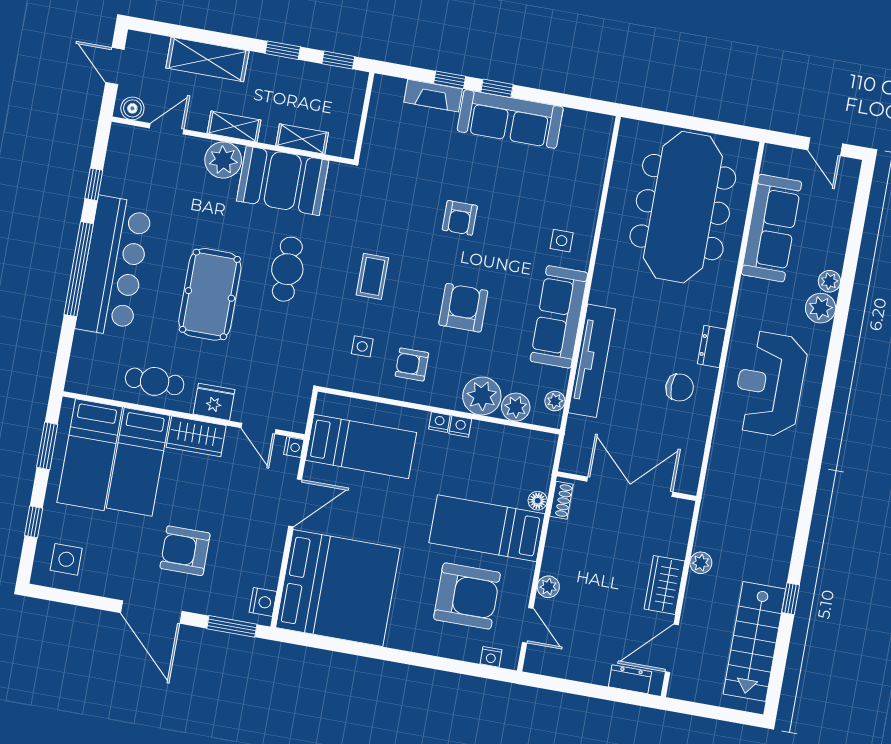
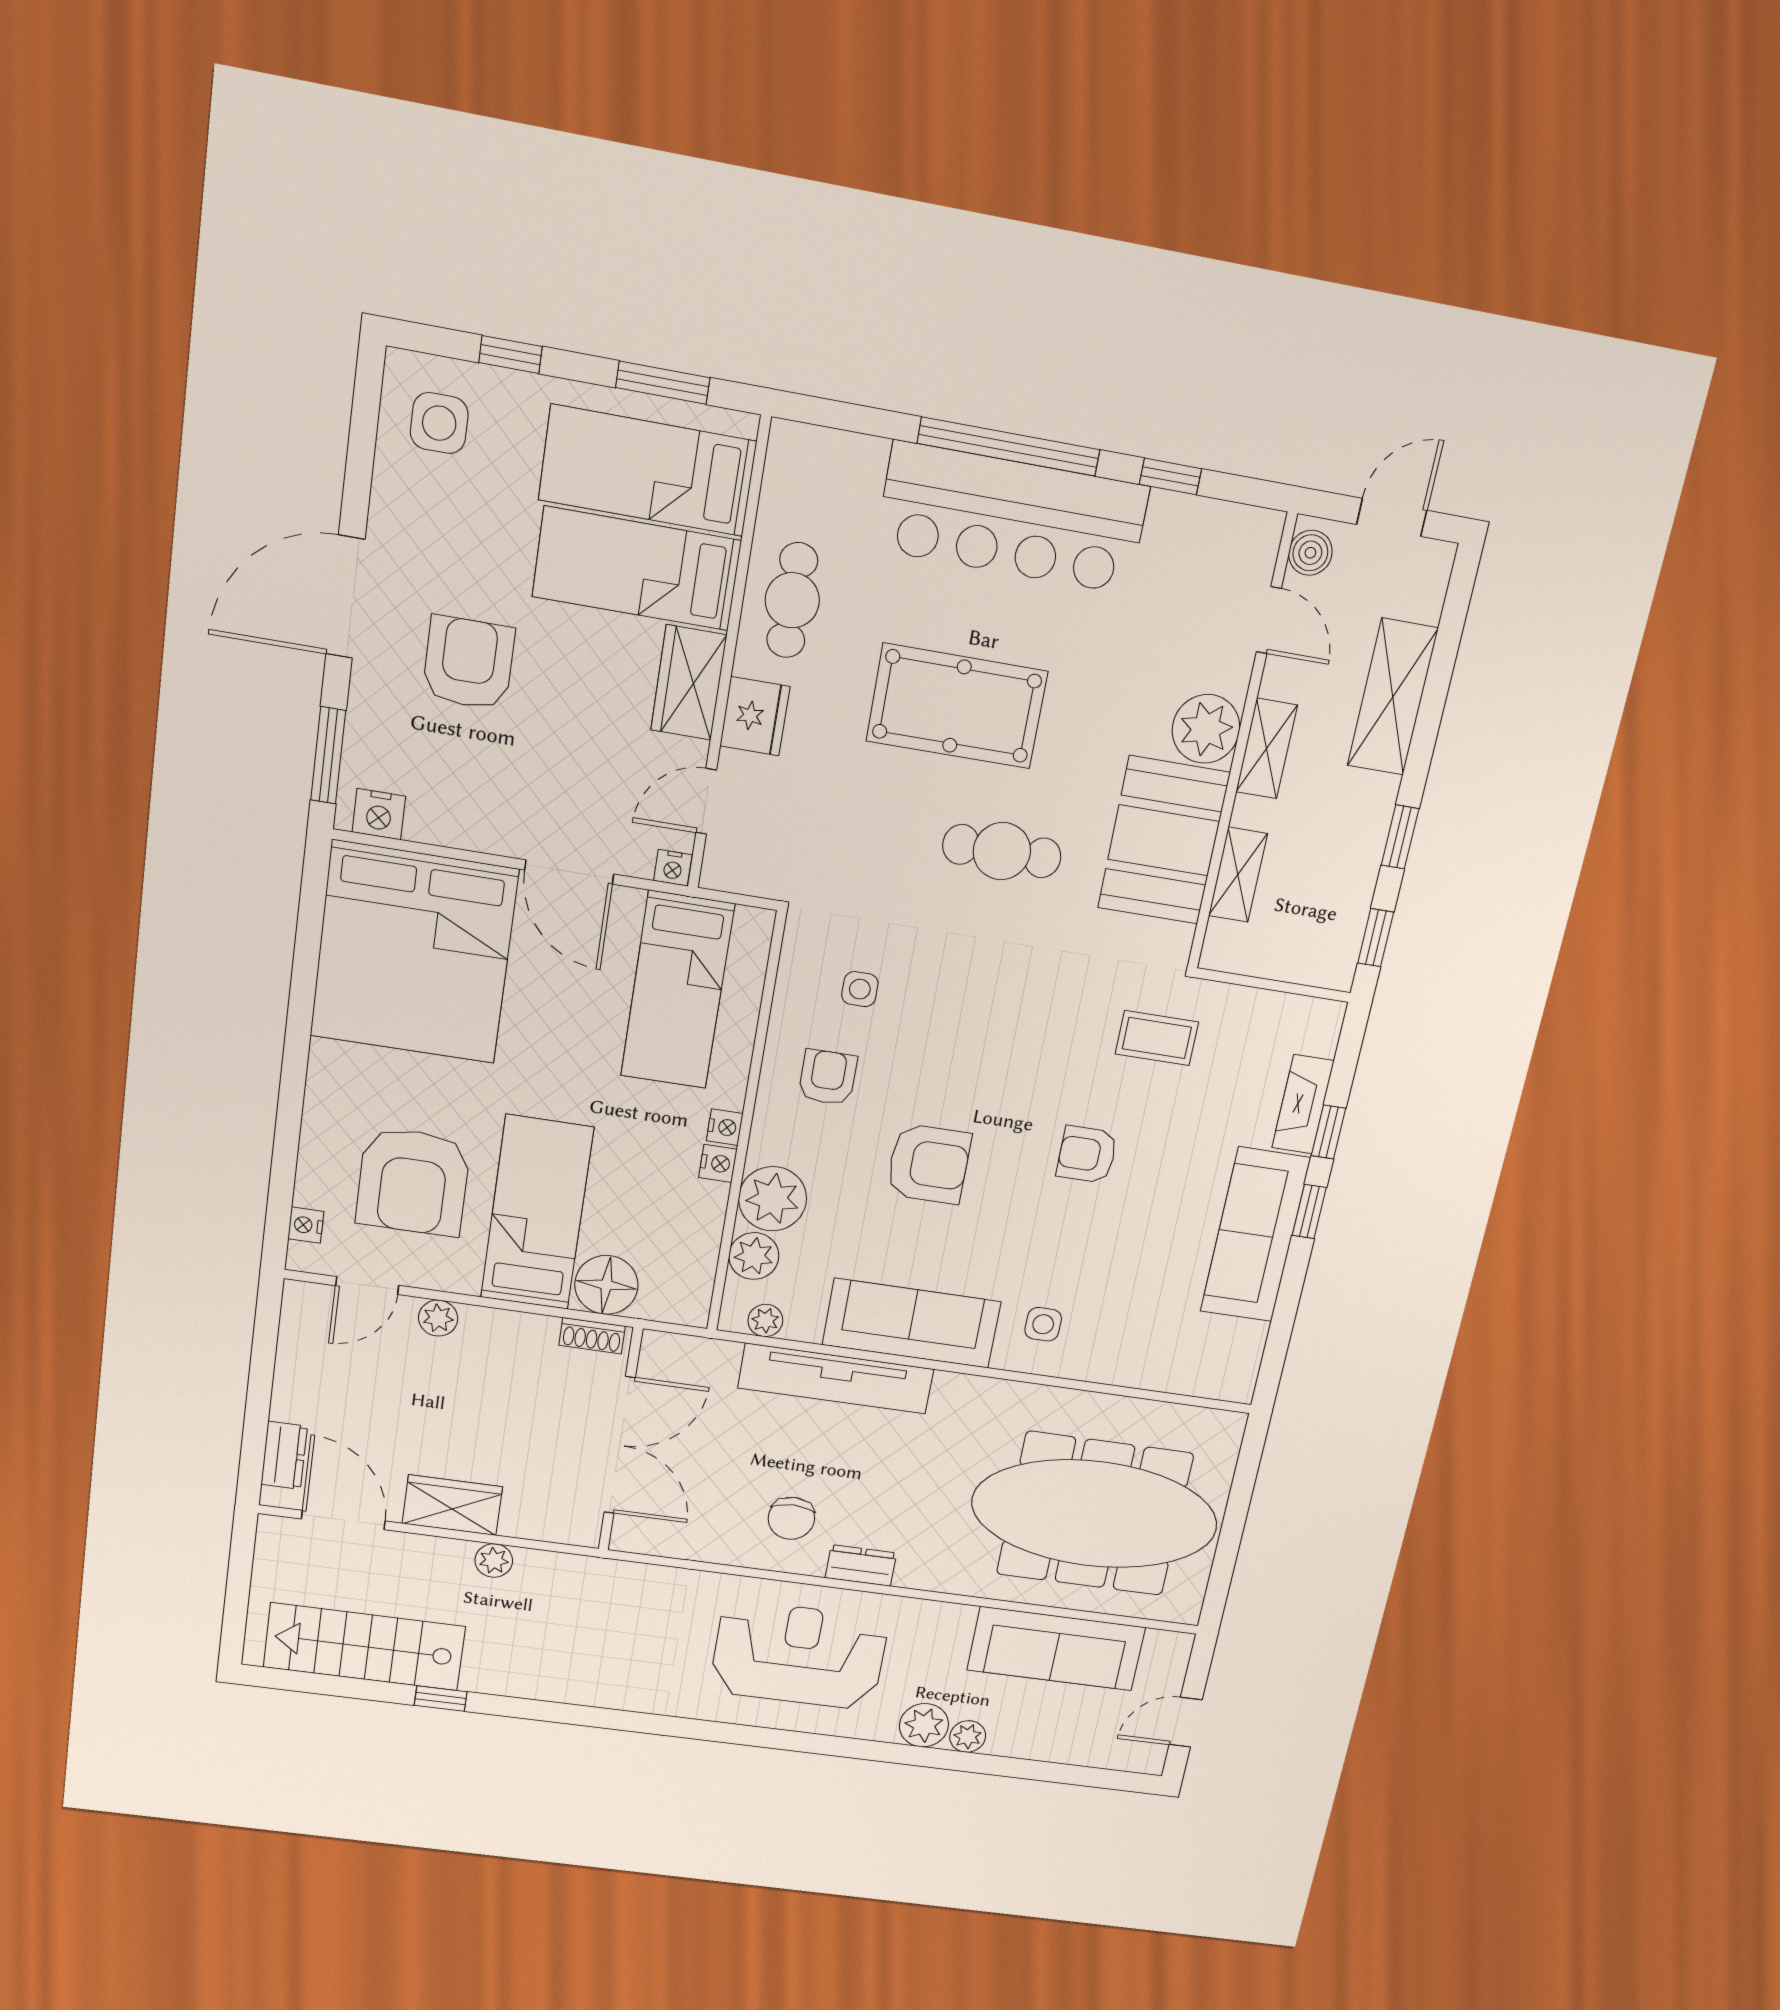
coffee table: (372, 276) -> (1157, 1038), moved
floor lamp: (538, 501) -> (606, 1285), width x1.89, depth x1.89

